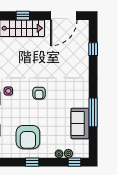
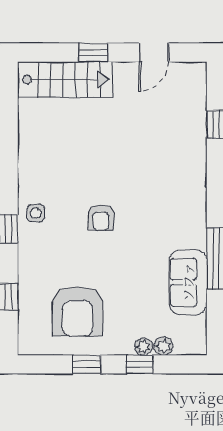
window: (23, 16) -> (93, 53), moved
door: (64, 16) -> (154, 53), width x0.53
window: (75, 162) -> (140, 364), moved

